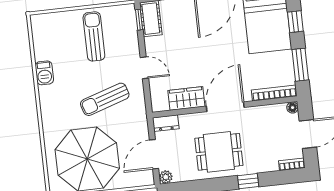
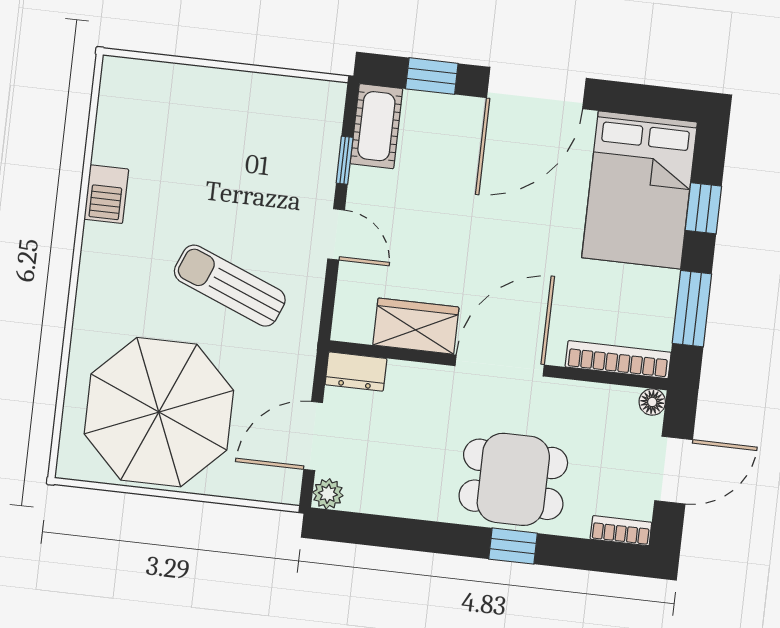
window: (139, 20) -> (345, 160), moved
sun lounger: (94, 36) -> (238, 137), removed
sun lounger: (105, 99) -> (230, 286), turned 40
dining table: (219, 152) -> (513, 479), moved

